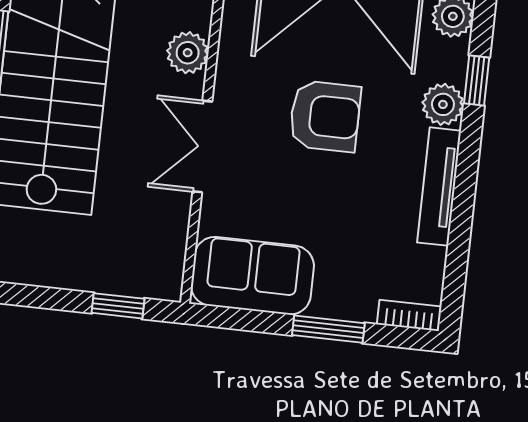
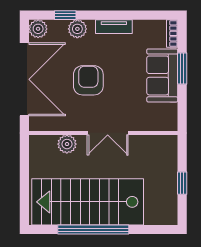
tv unit: (439, 187) -> (114, 27), width x0.71
sofa: (252, 276) -> (162, 75), moved
window: (118, 306) -> (182, 183), moved

